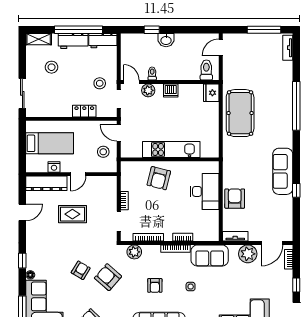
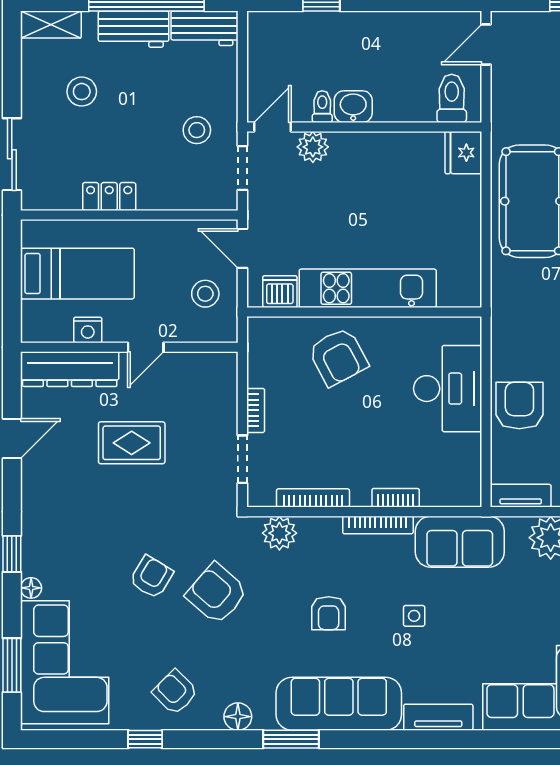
washbasin: (166, 40) -> (353, 107), moved, turned 180
door: (131, 82) -> (273, 127), hinge flipped
dishwasher: (171, 91) -> (280, 292), moved, turned 180
locker: (84, 111) -> (109, 197), moved
armchair: (159, 178) -> (338, 357), turned -42

